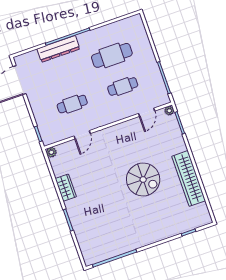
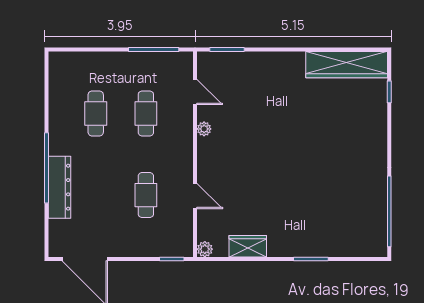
cafe table: (112, 55) -> (96, 113), width x0.73, depth x0.74
plant: (169, 111) -> (204, 129), moved
wardrobe: (189, 178) -> (347, 65), moved
spiral stairs: (143, 180) -> (290, 131), removed
wardrobe: (66, 188) -> (248, 246), moved

